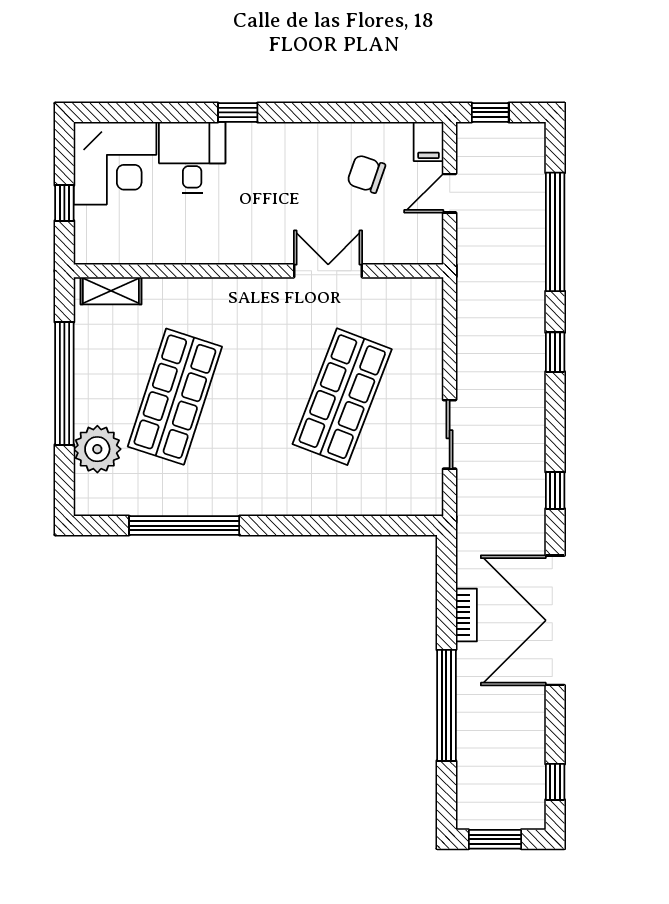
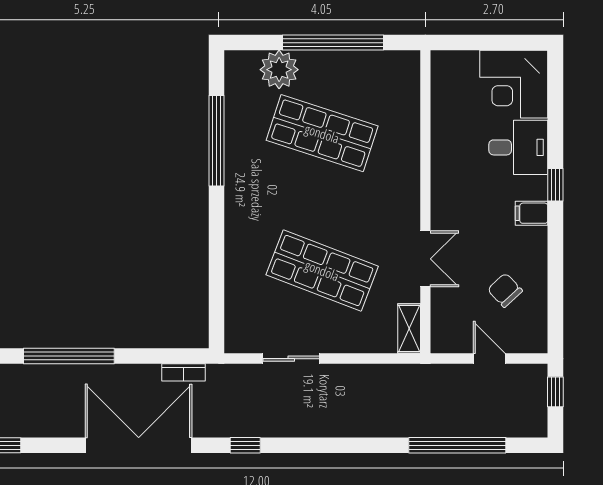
filing cabinet: (429, 142) -> (532, 213), moved
chair: (366, 174) -> (505, 290), turned -62
window: (64, 203) -> (481, 43), removed
shelving: (111, 291) -> (409, 329), moved
window: (555, 352) -> (359, 445), removed
bookcase: (466, 615) -> (184, 372), moved

